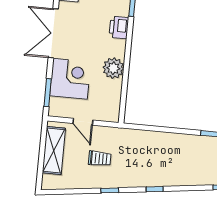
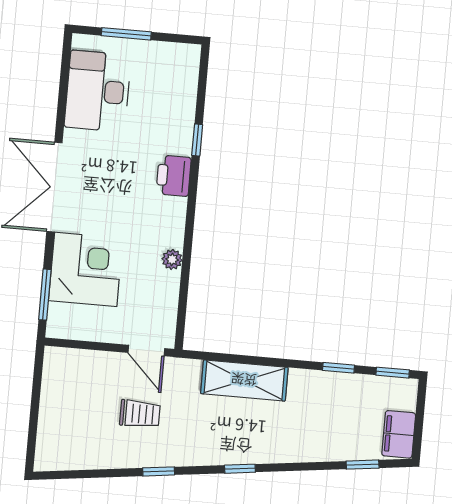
plant: (113, 68) -> (172, 259), width x0.53, depth x0.53
door: (83, 122) -> (146, 351), moved
shelving: (54, 150) -> (244, 380), moved, turned 90

